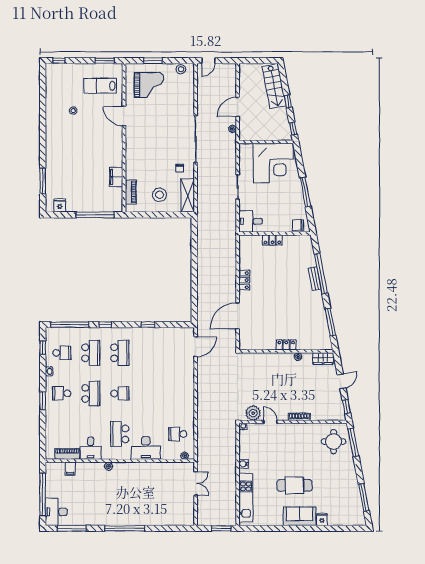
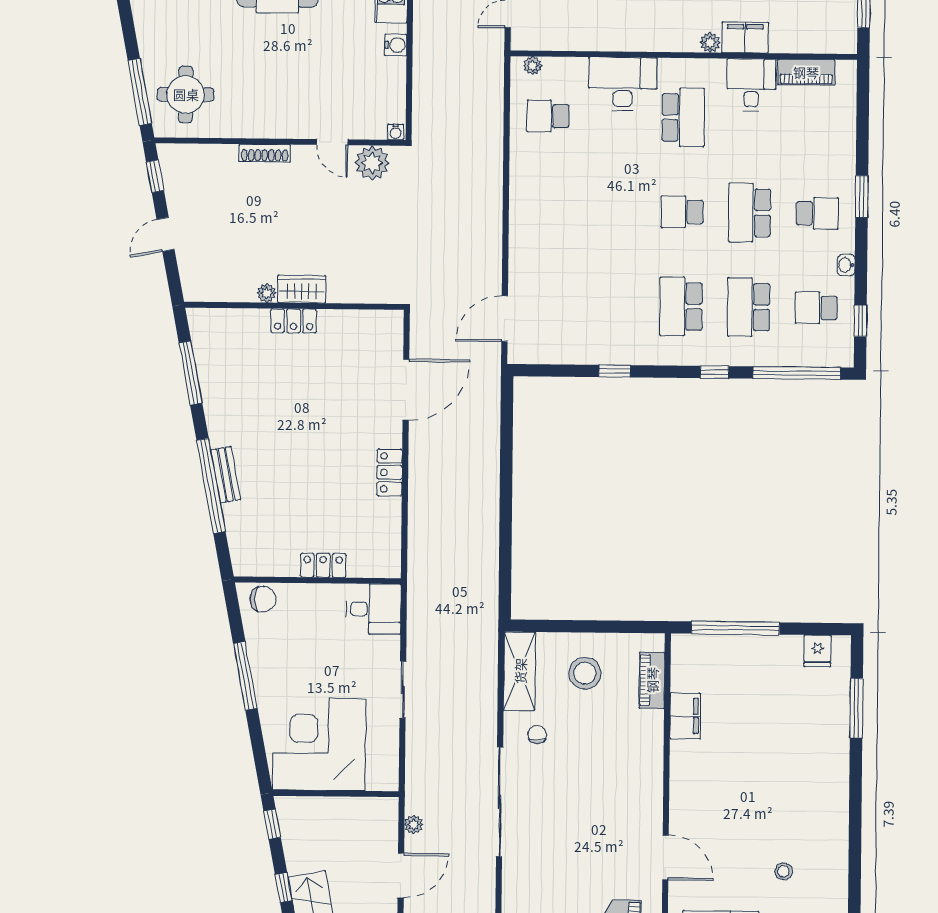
wardrobe: (323, 358) -> (302, 289), moved
school desk: (178, 434) -> (548, 116), turned 180
filing cabinet: (70, 469) -> (745, 37), moved, width x2.00

